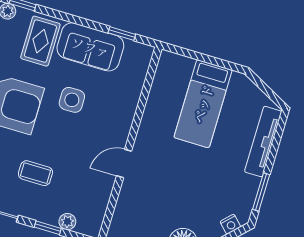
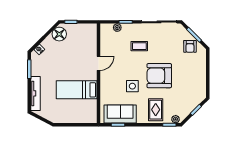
sofa: (90, 47) -> (120, 114), moved
bed: (203, 104) -> (77, 90), moved, turned -90

